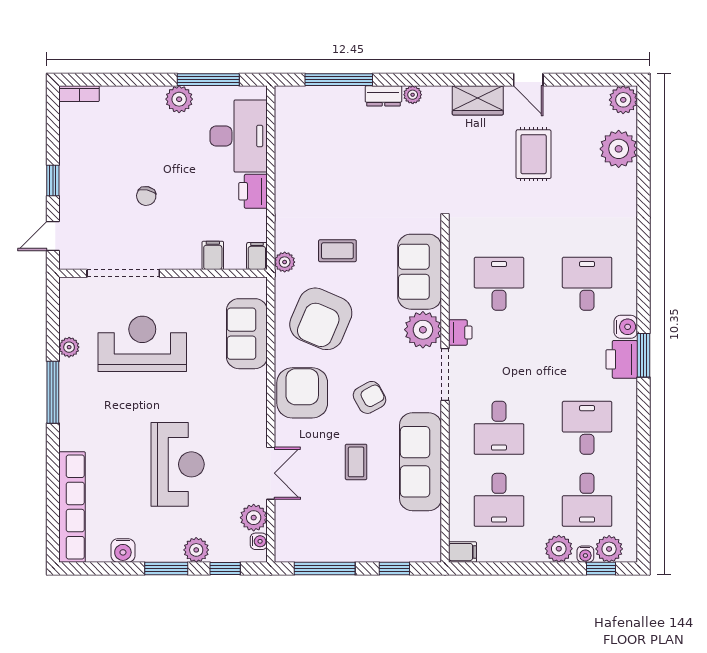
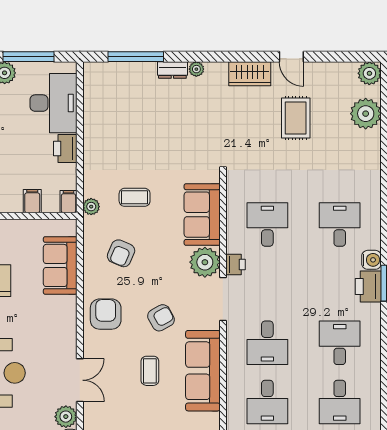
armchair: (321, 319) -> (121, 253), width x0.53, depth x0.53
armchair: (302, 393) -> (106, 314), width x0.73, depth x0.73

